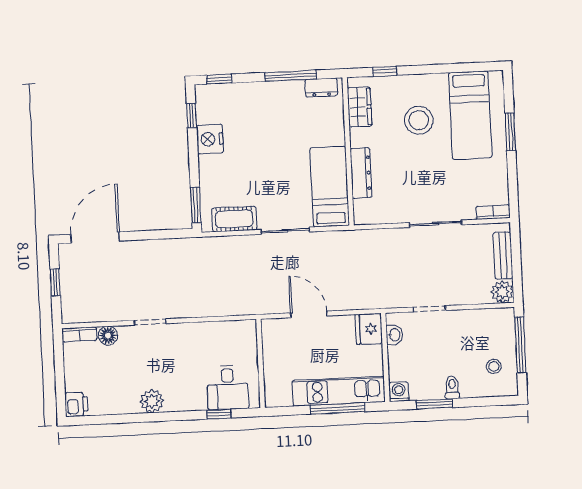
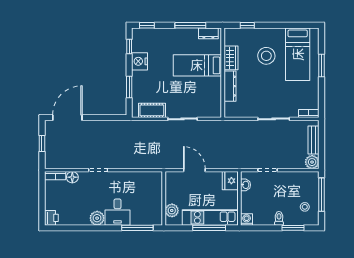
wardrobe: (359, 107) -> (231, 58), moved
bed: (330, 187) -> (197, 65), moved, turned -90
window: (196, 205) -> (129, 87), moved
plant: (275, 383) -> (172, 210), added
desk: (228, 388) -> (118, 212), moved
window: (434, 404) -> (293, 228), moved
window: (219, 414) -> (137, 228), width x2.17

